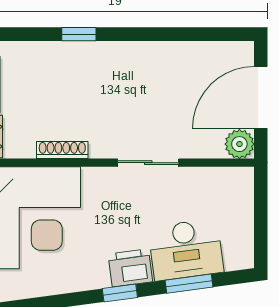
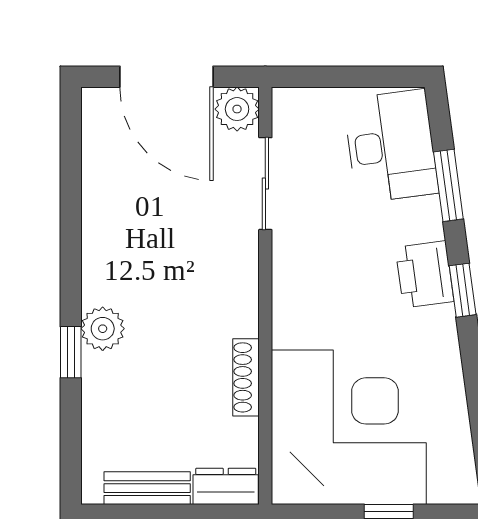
plant: (94, 55) -> (103, 329), added
sliding door: (148, 163) -> (265, 184), moved
desk: (186, 250) -> (391, 146), moved

